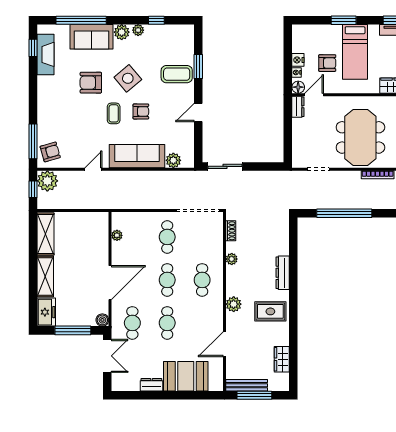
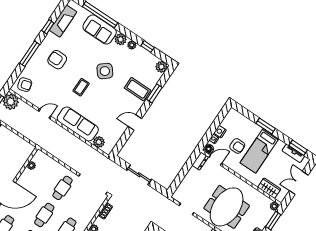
plant: (186, 32) -> (161, 67), added
window: (33, 48) -> (48, 27), moved
armchair: (91, 83) -> (57, 60), moved
armchair: (141, 111) -> (99, 98), removed
window: (33, 141) -> (30, 54), moved
sliding door: (225, 166) -> (139, 175), moved

